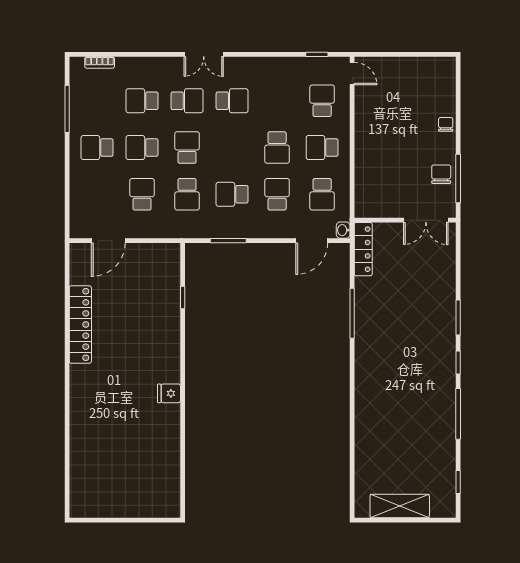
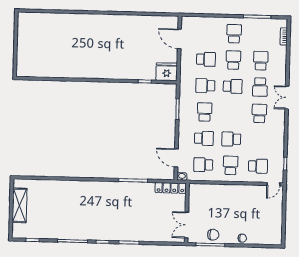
school desk: (232, 101) -> (259, 113), turned 180
locker: (80, 324) -> (131, 21), removed
fridge: (169, 393) -> (167, 72), moved, width x1.88, depth x1.34

